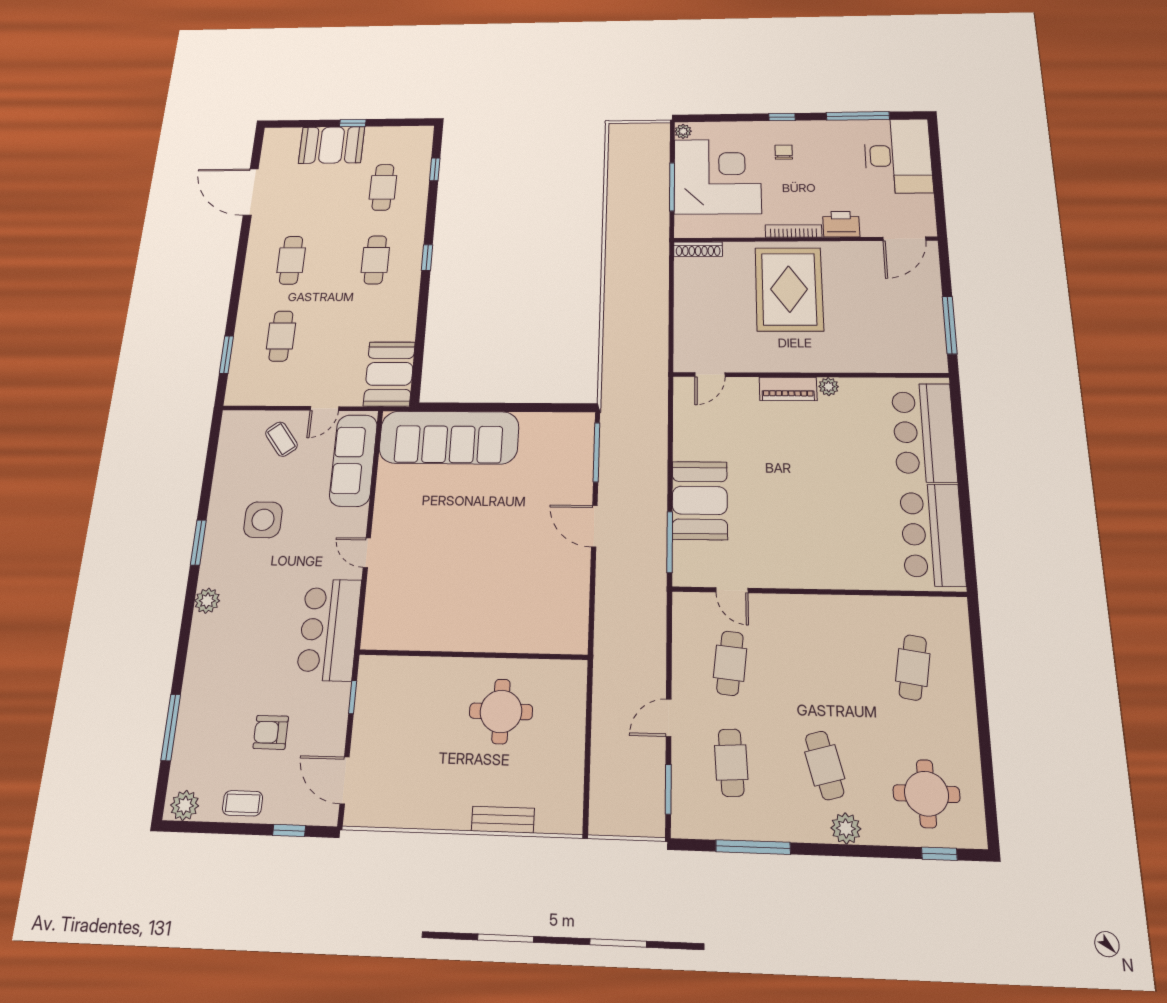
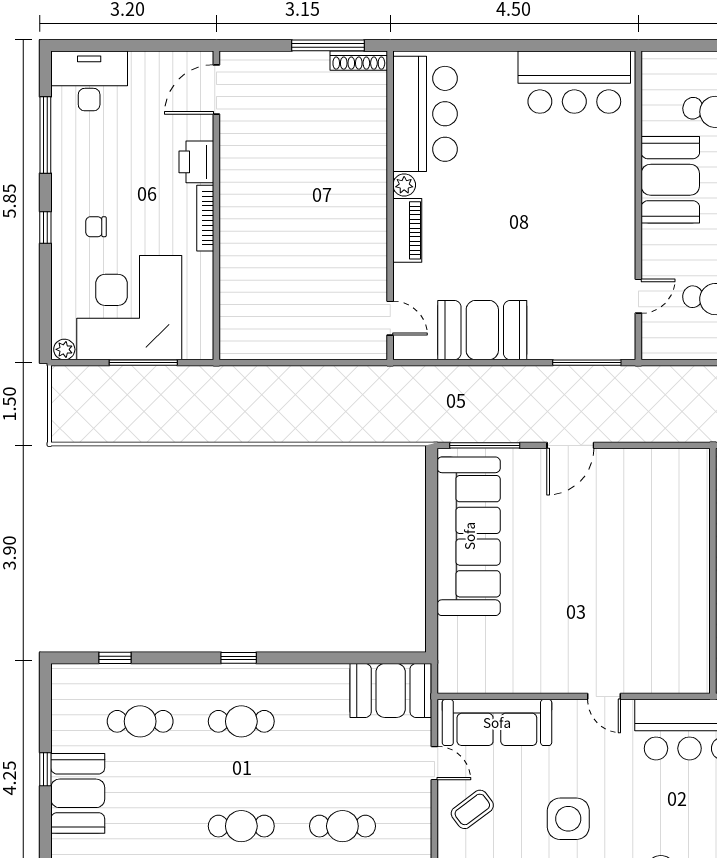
desk: (898, 156) -> (89, 81), width x0.73, depth x0.77
door: (904, 239) -> (216, 89), swing flipped
shoe rack: (698, 249) -> (359, 61), moved, turned 90
rug: (789, 289) -> (282, 226), removed
bar counter: (924, 432) -> (425, 114), moved, turned -90
sofa: (449, 437) -> (469, 536), moved
booth: (700, 500) -> (482, 330), moved
door: (367, 553) -> (604, 696), hinge flipped
booth: (844, 622) -> (670, 180), added

